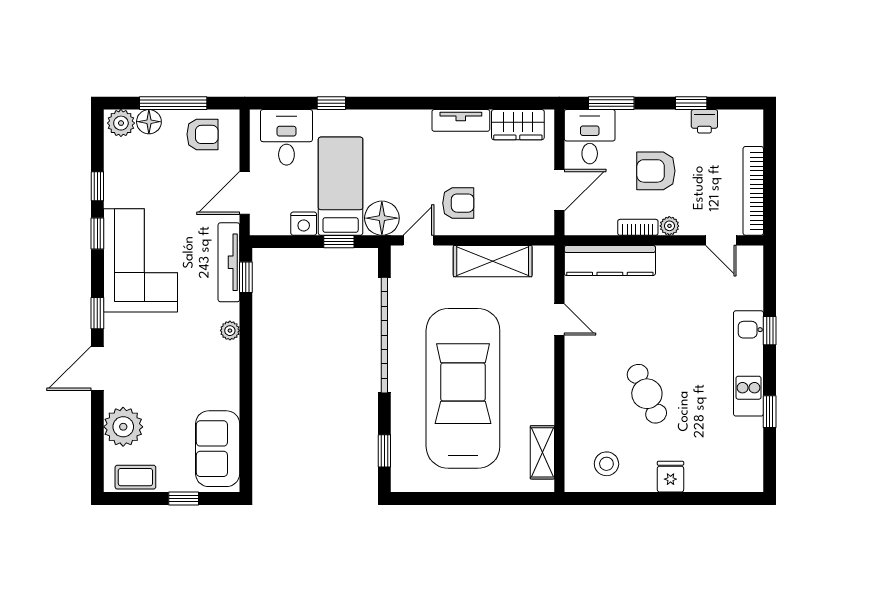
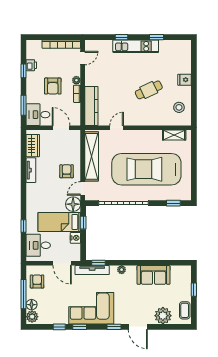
door: (418, 240) -> (83, 188), hinge flipped
shelving: (493, 261) -> (92, 156), width x1.47
sofa: (218, 449) -> (154, 275), moved

